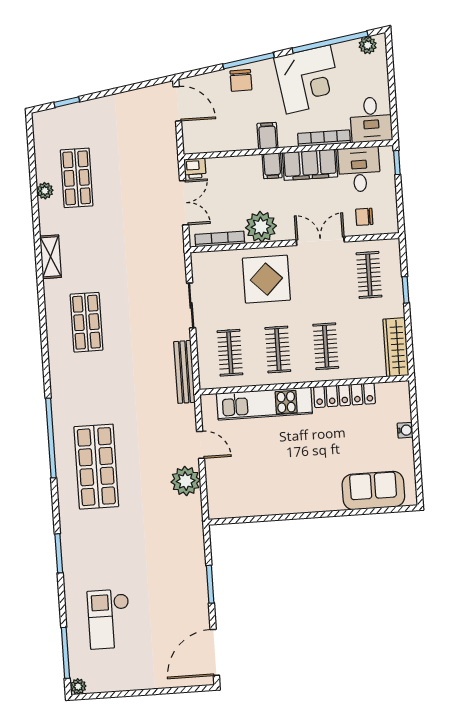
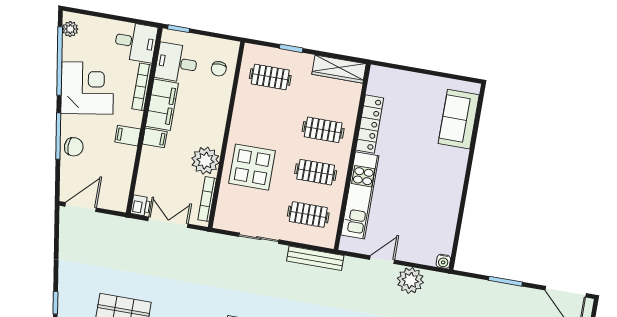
double door: (320, 241) -> (230, 112), removed
water cooler: (405, 430) -> (443, 261), moved, turned 180

